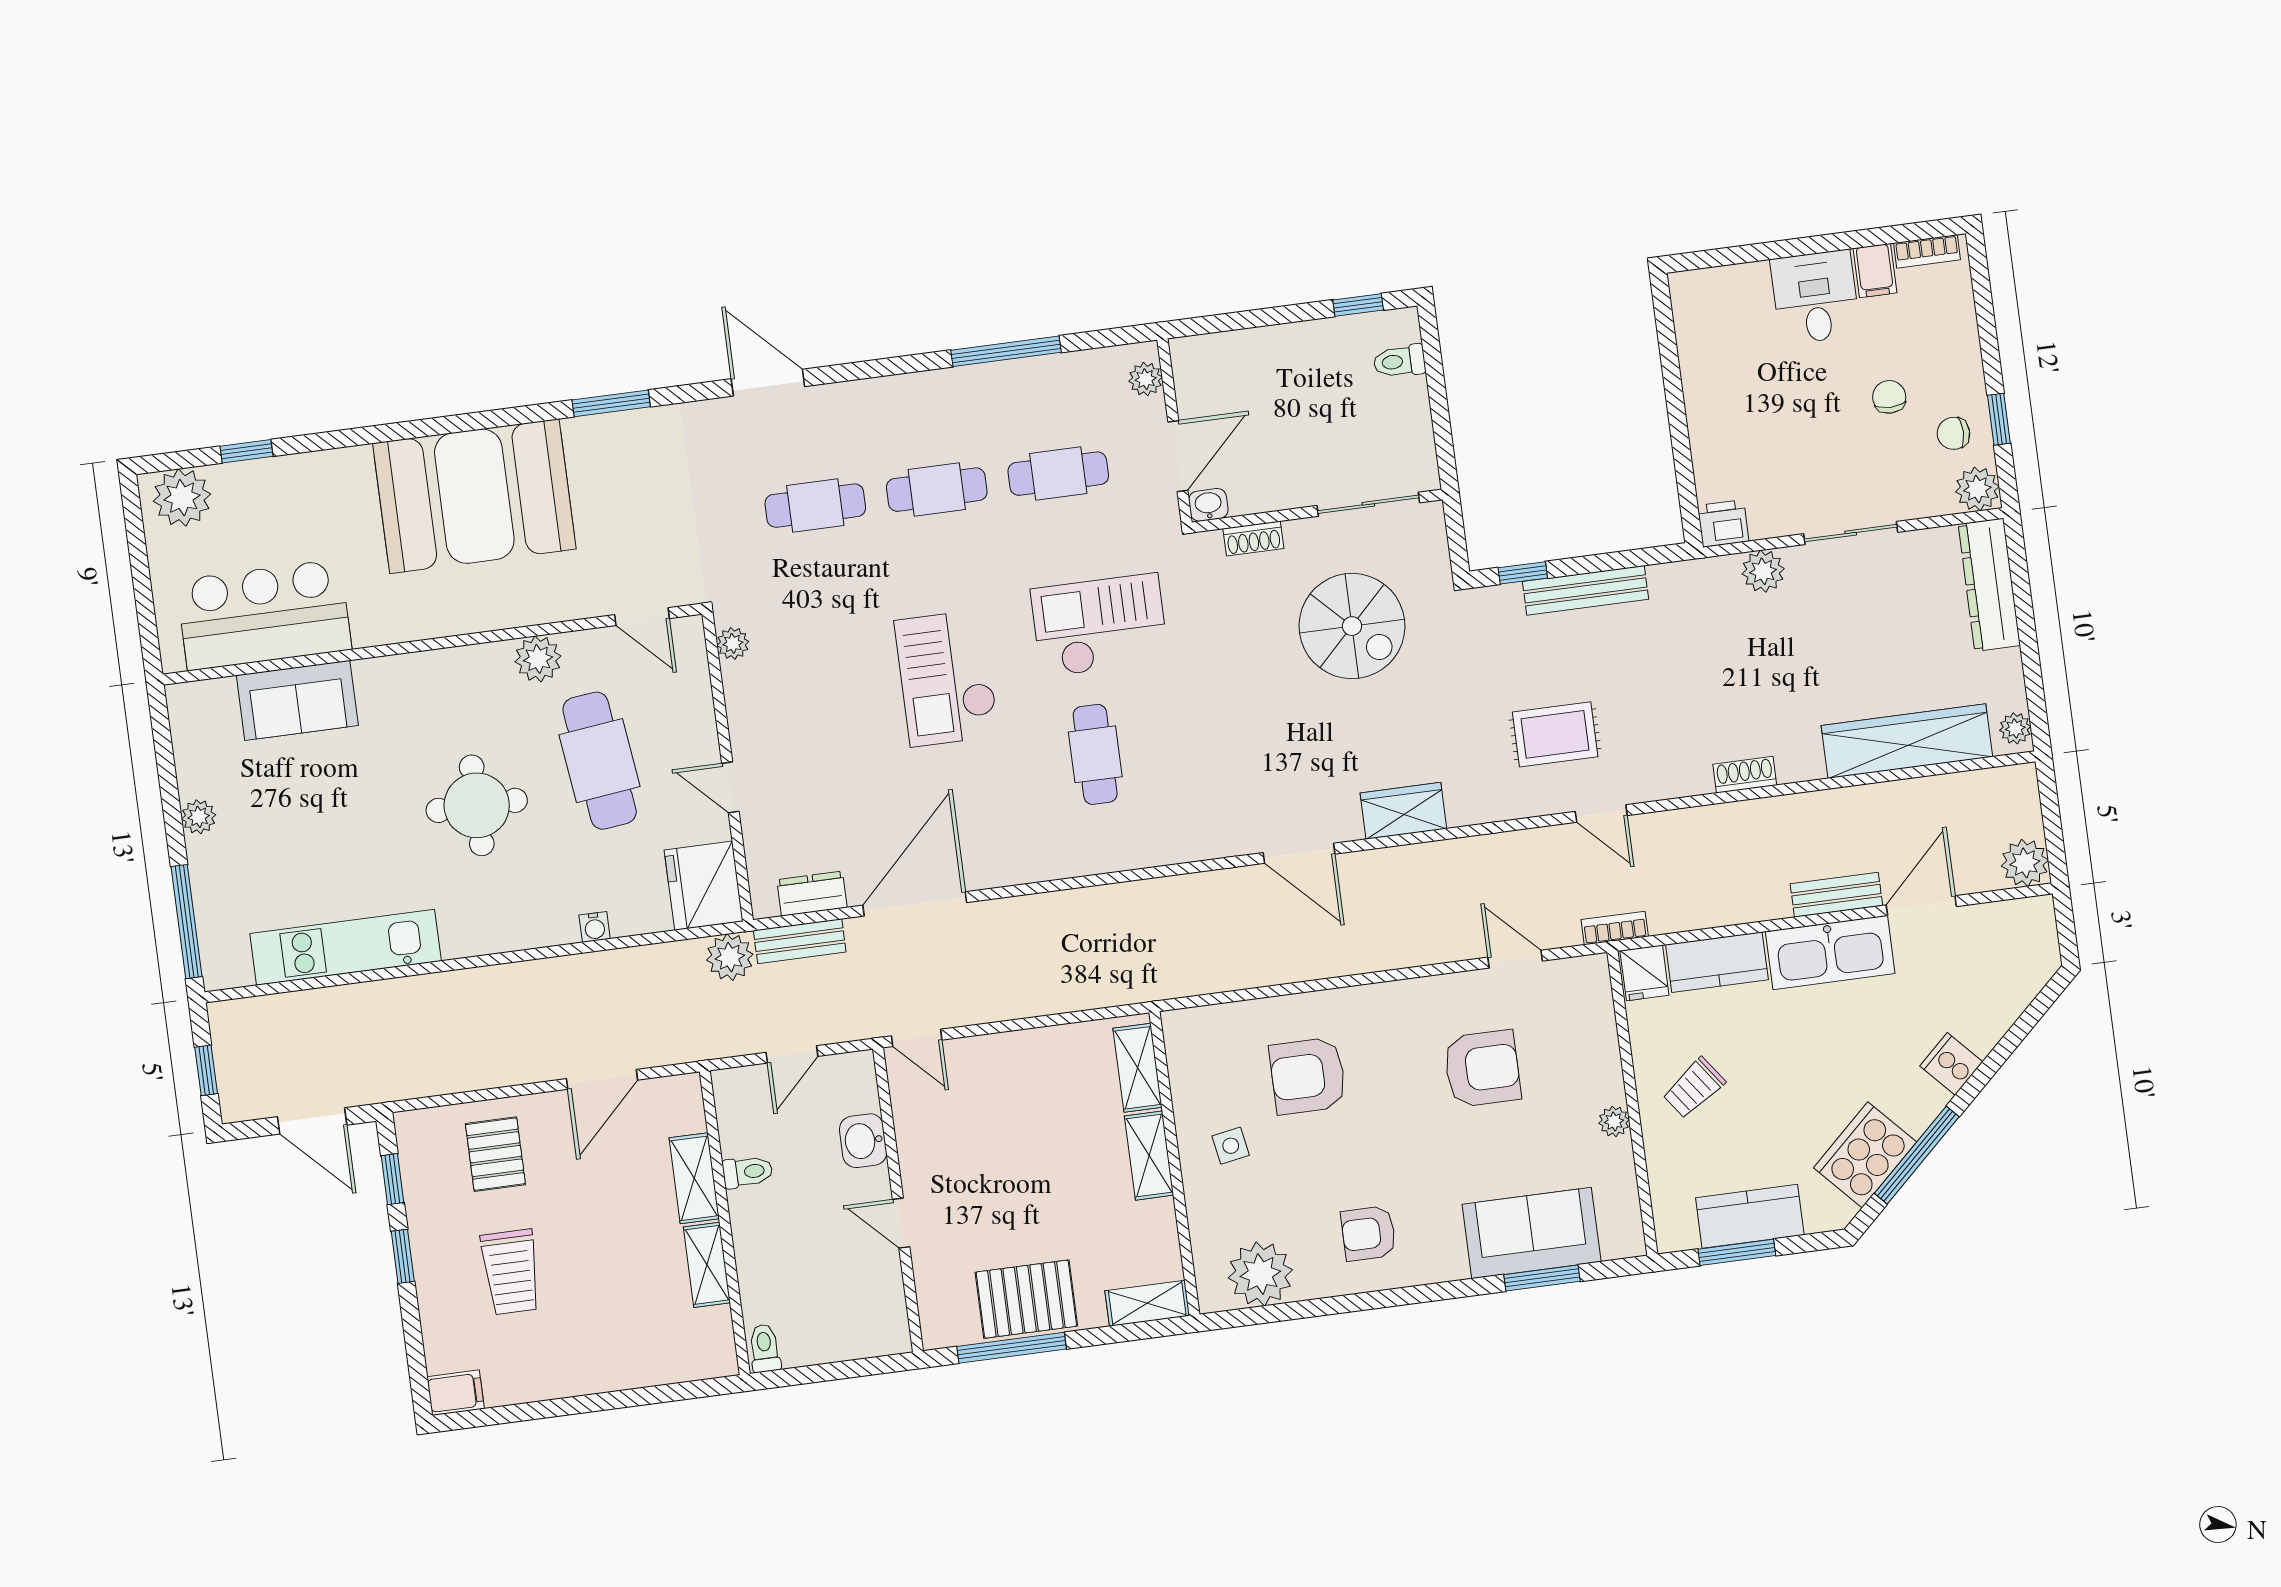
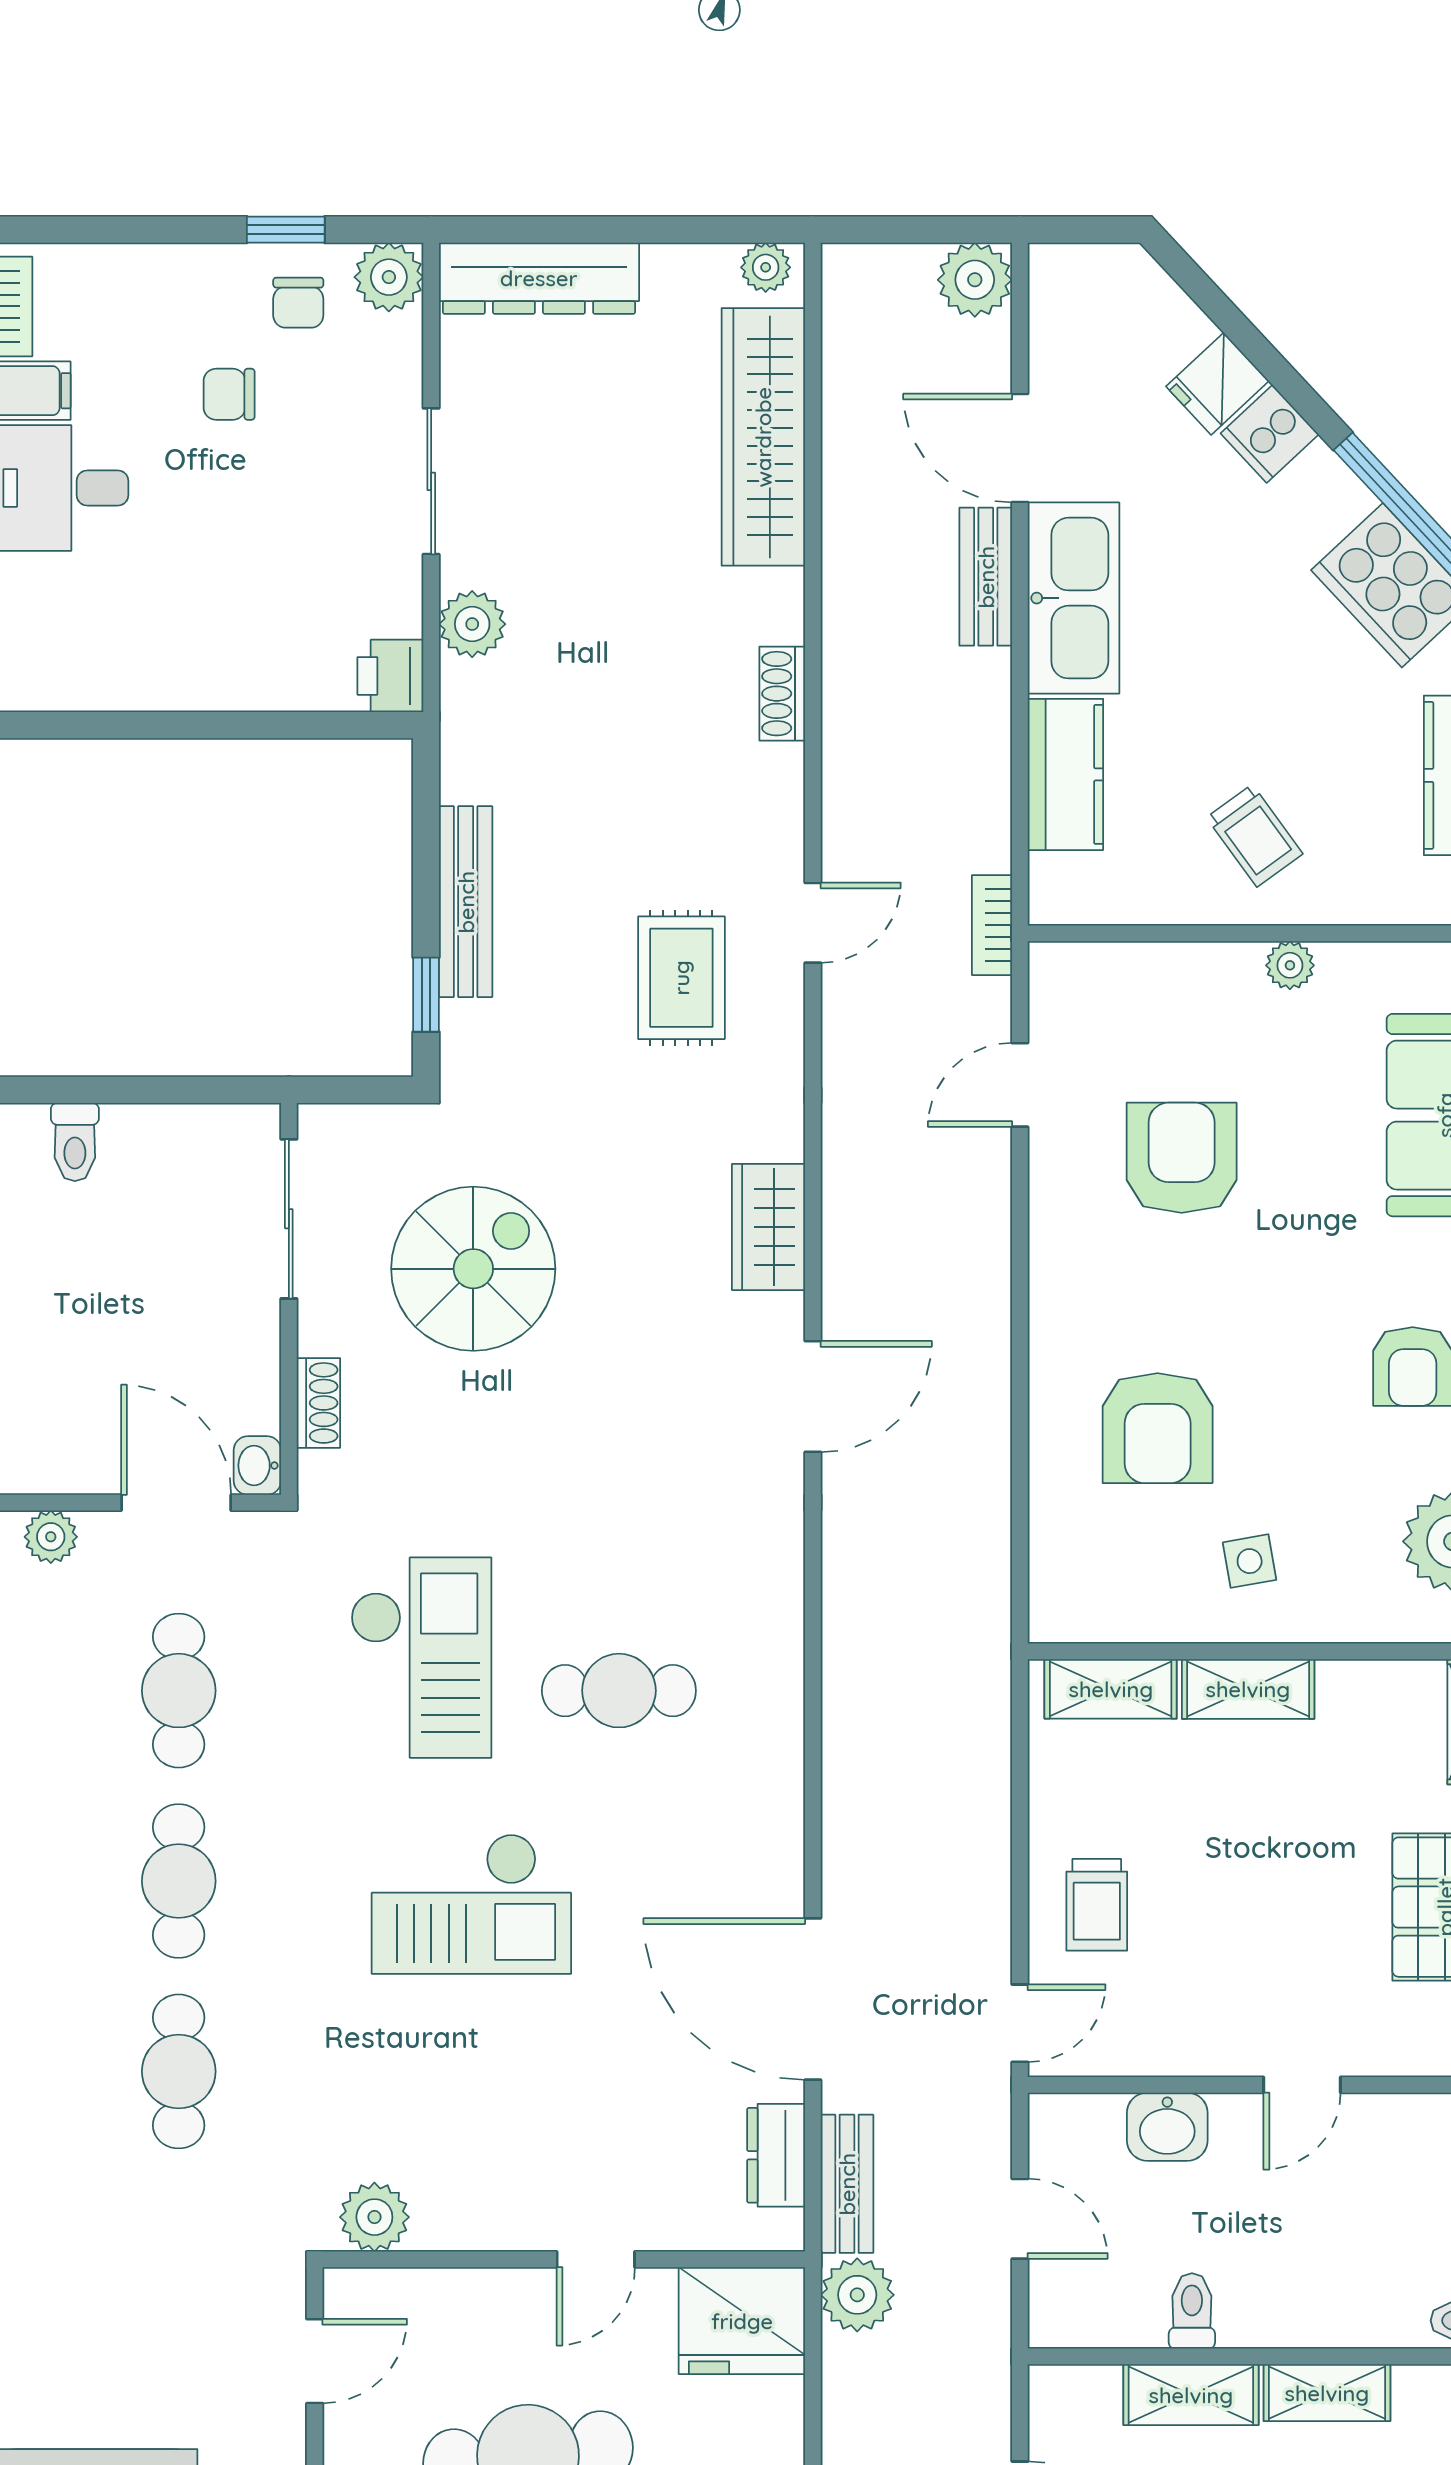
checkout: (1100, 625) -> (421, 1658), turned 180
plant: (733, 643) -> (374, 2217), width x1.38, depth x1.38
fridge: (1644, 973) -> (1218, 384), moved, turned 137
trolley: (999, 1077) -> (1097, 1905), added

